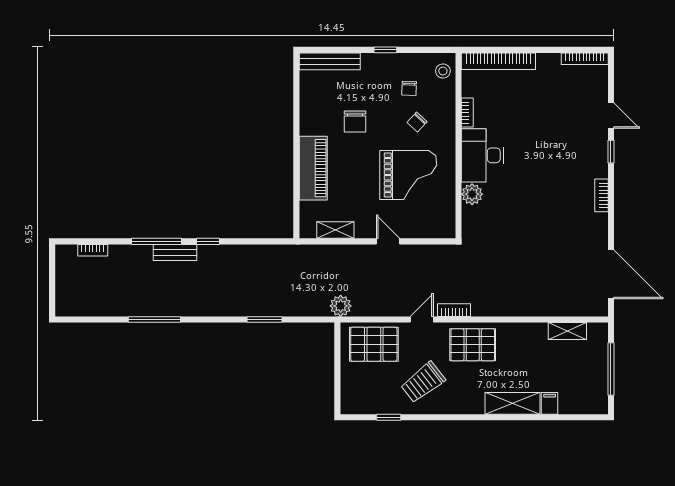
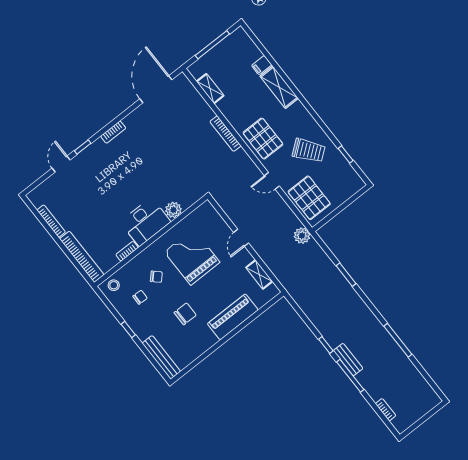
bookcase: (585, 59) -> (51, 221), moved
bookcase: (454, 310) -> (225, 134), moved, width x1.56

